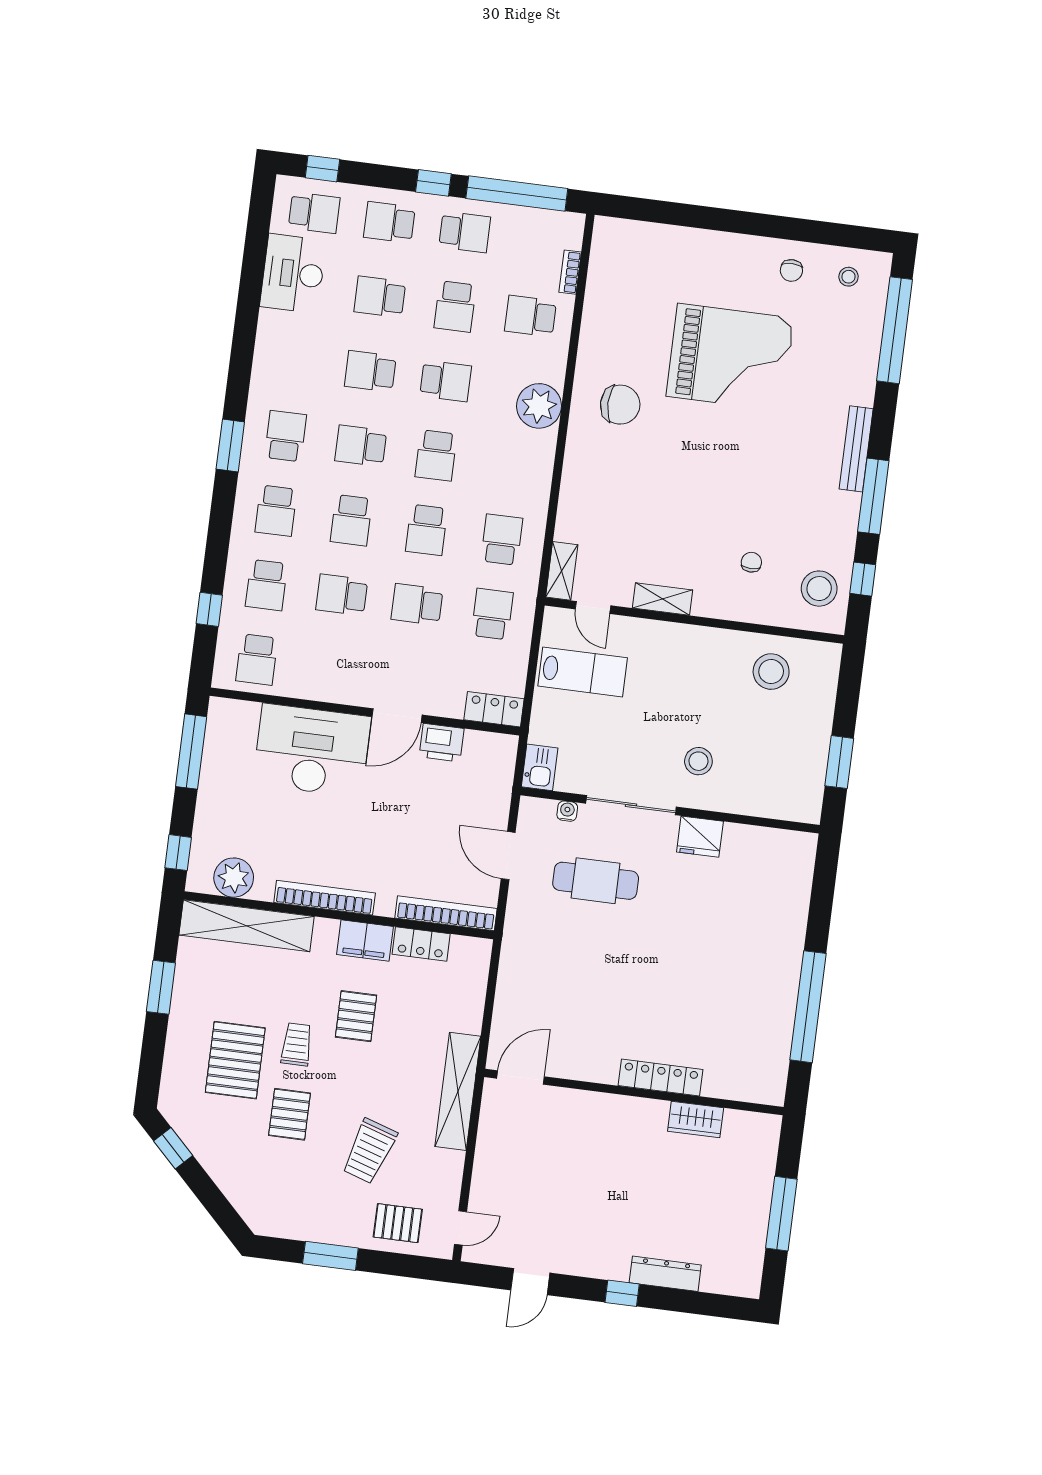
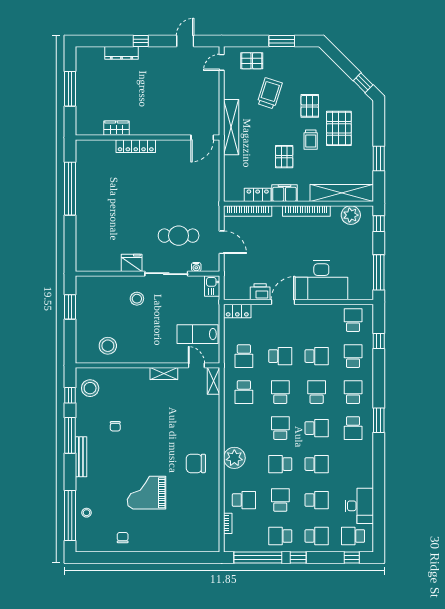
stool: (849, 277) -> (87, 513), moved
grand piano: (730, 357) -> (146, 493), width x0.73, depth x0.68
chair: (751, 562) -> (115, 426), moved

